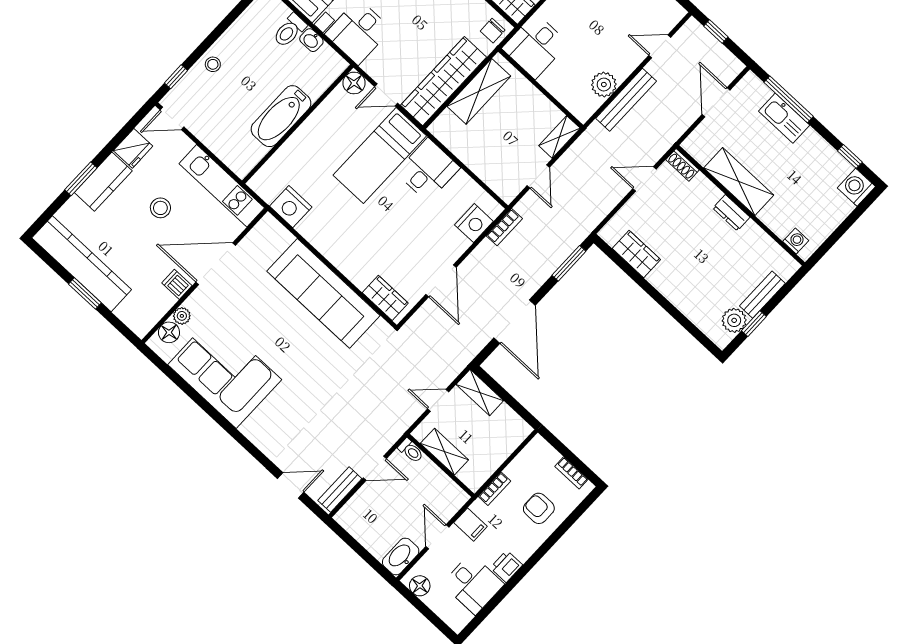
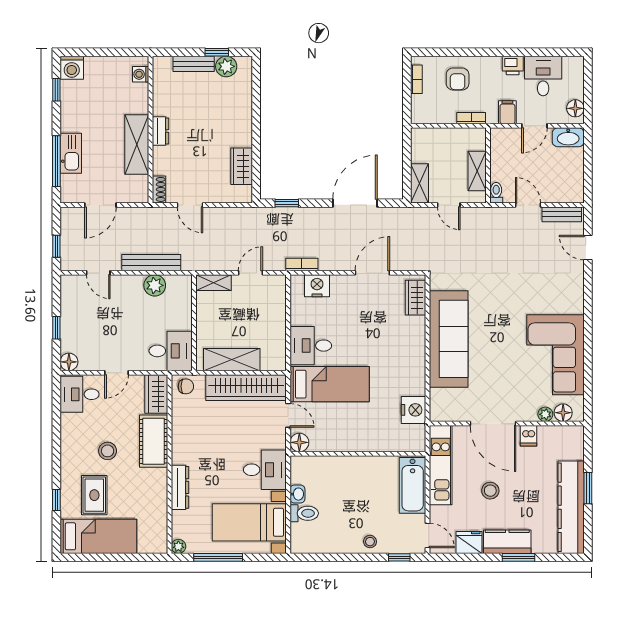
bathtub: (281, 116) -> (413, 485), moved, turned 90
window: (569, 263) -> (287, 203), width x0.67

